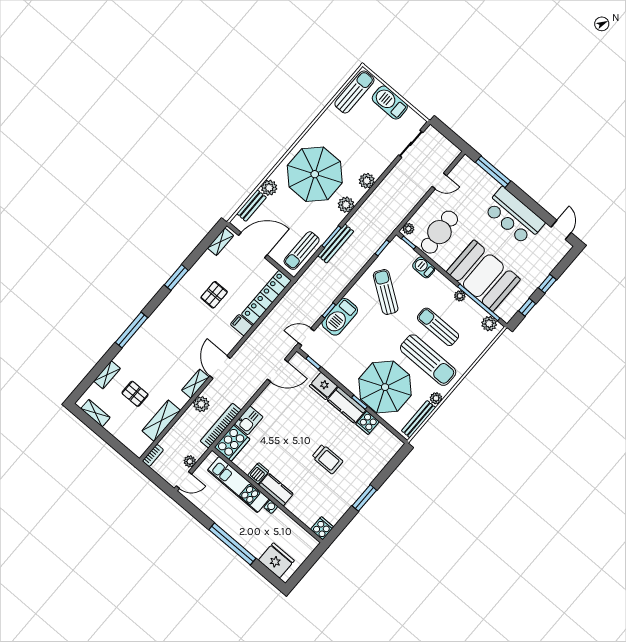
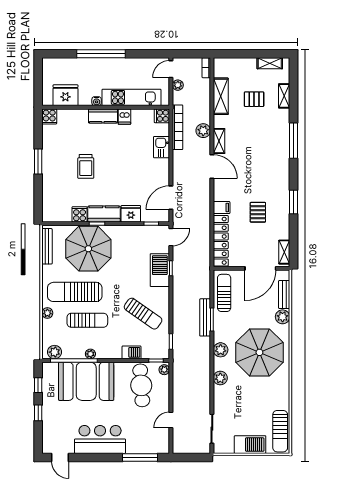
plant: (436, 398) -> (47, 313), moved
cooker: (232, 443) -> (162, 116), width x0.53, depth x0.76
trolley: (327, 459) -> (86, 166), turned -90
fridge: (276, 560) -> (65, 95), moved, turned 180

